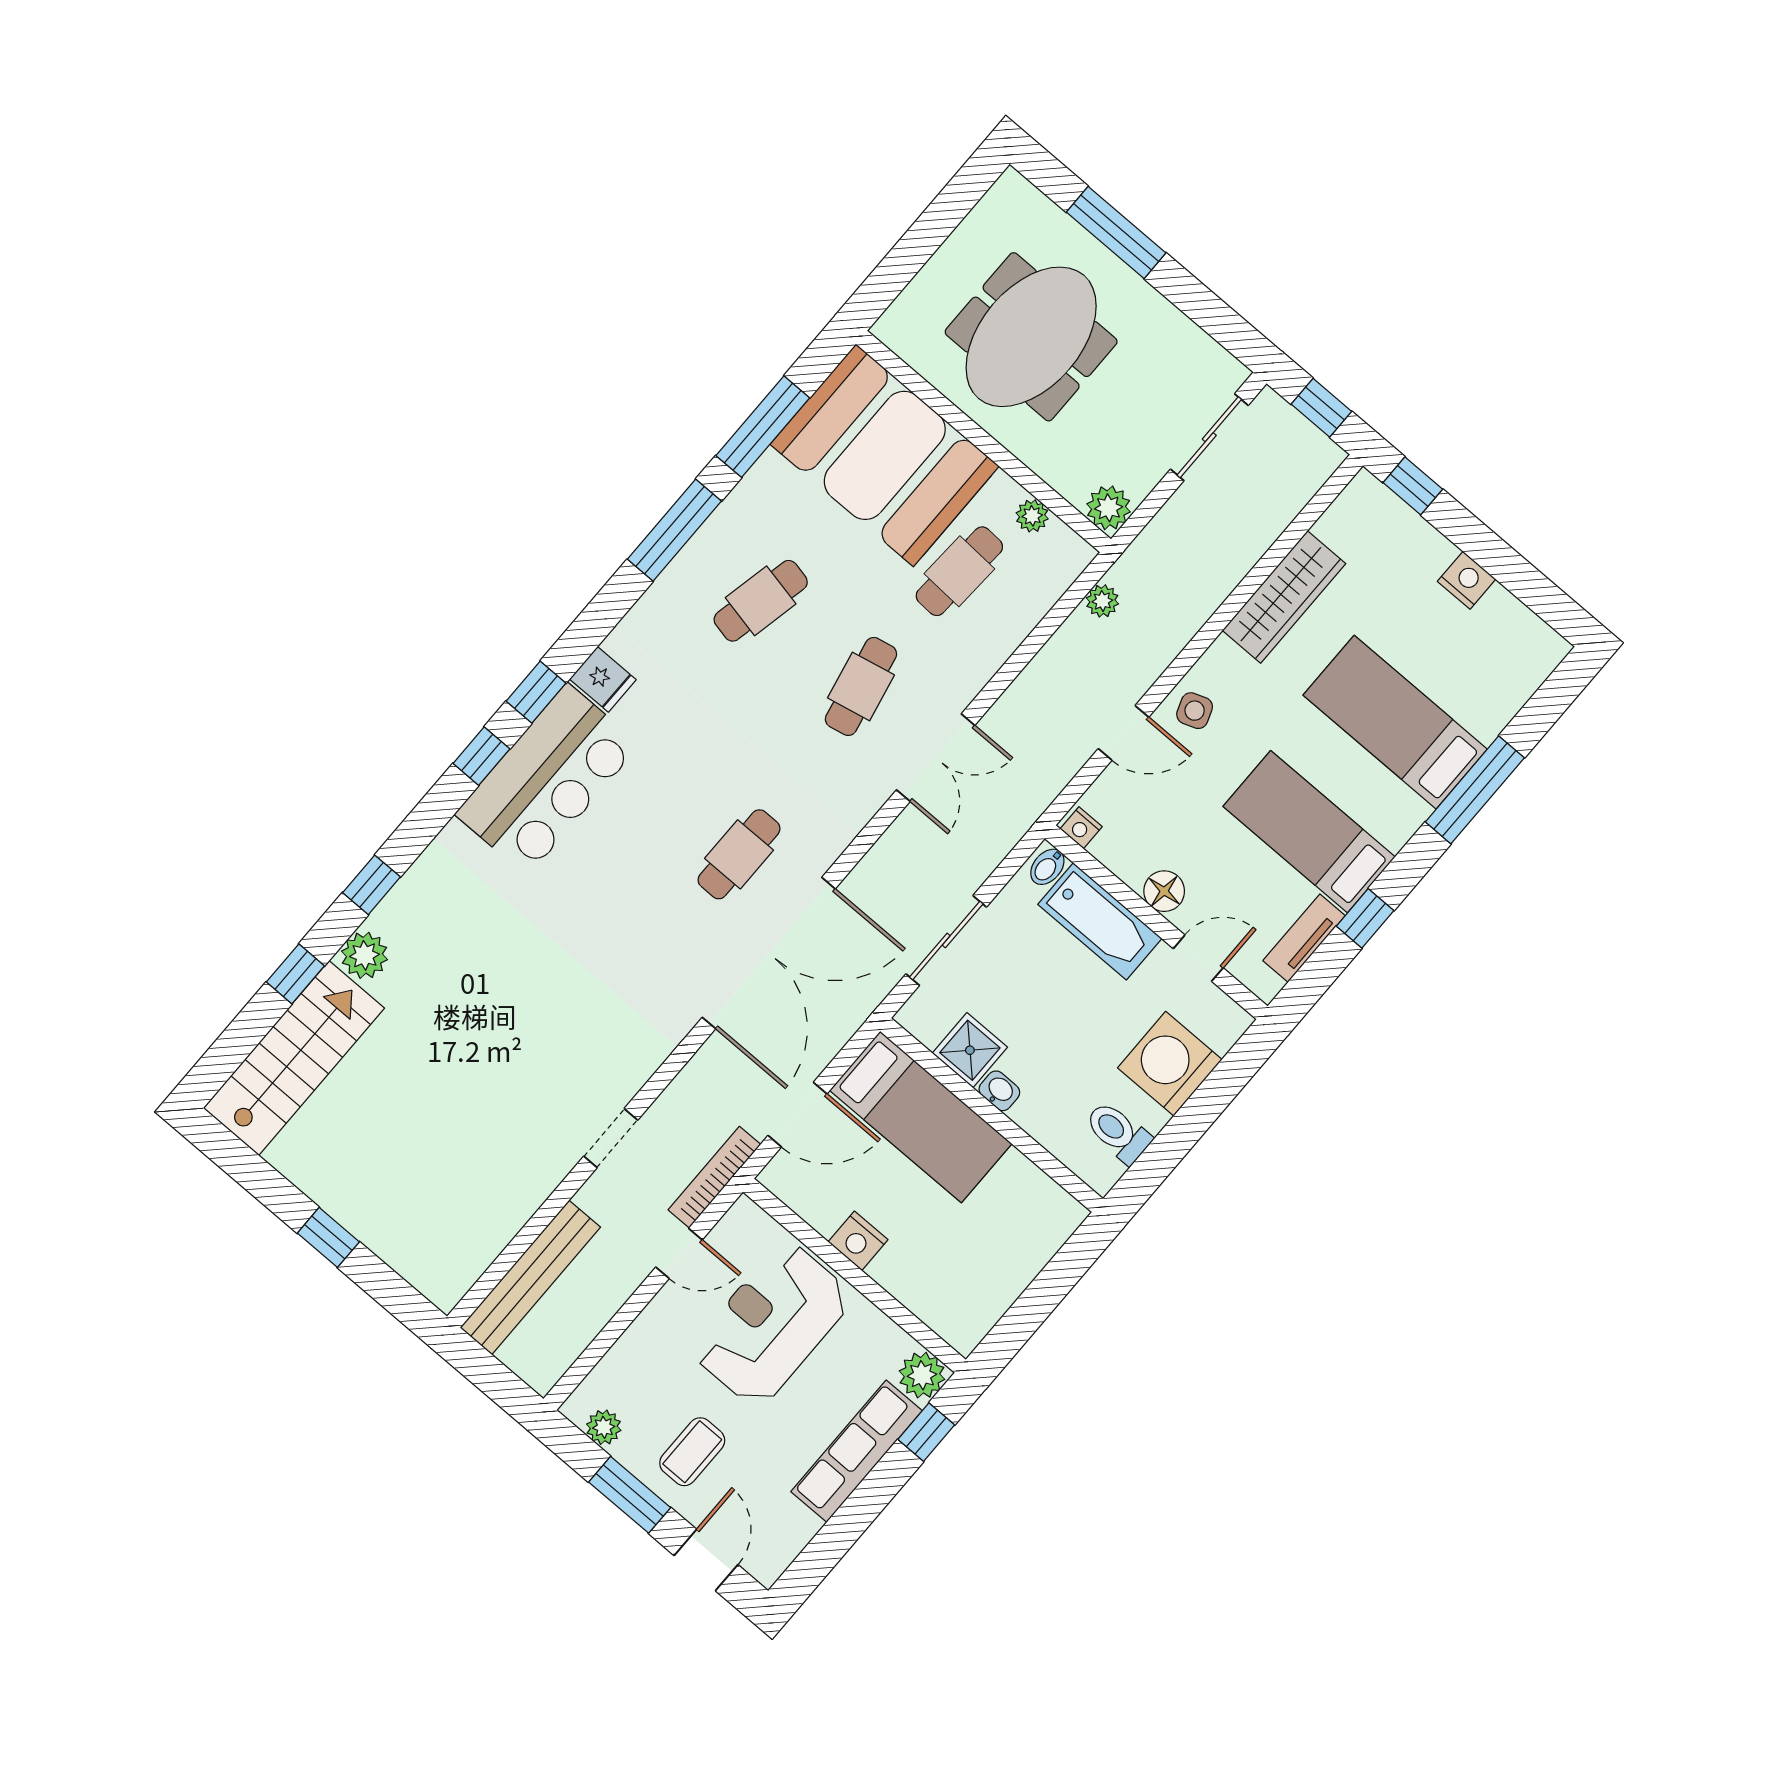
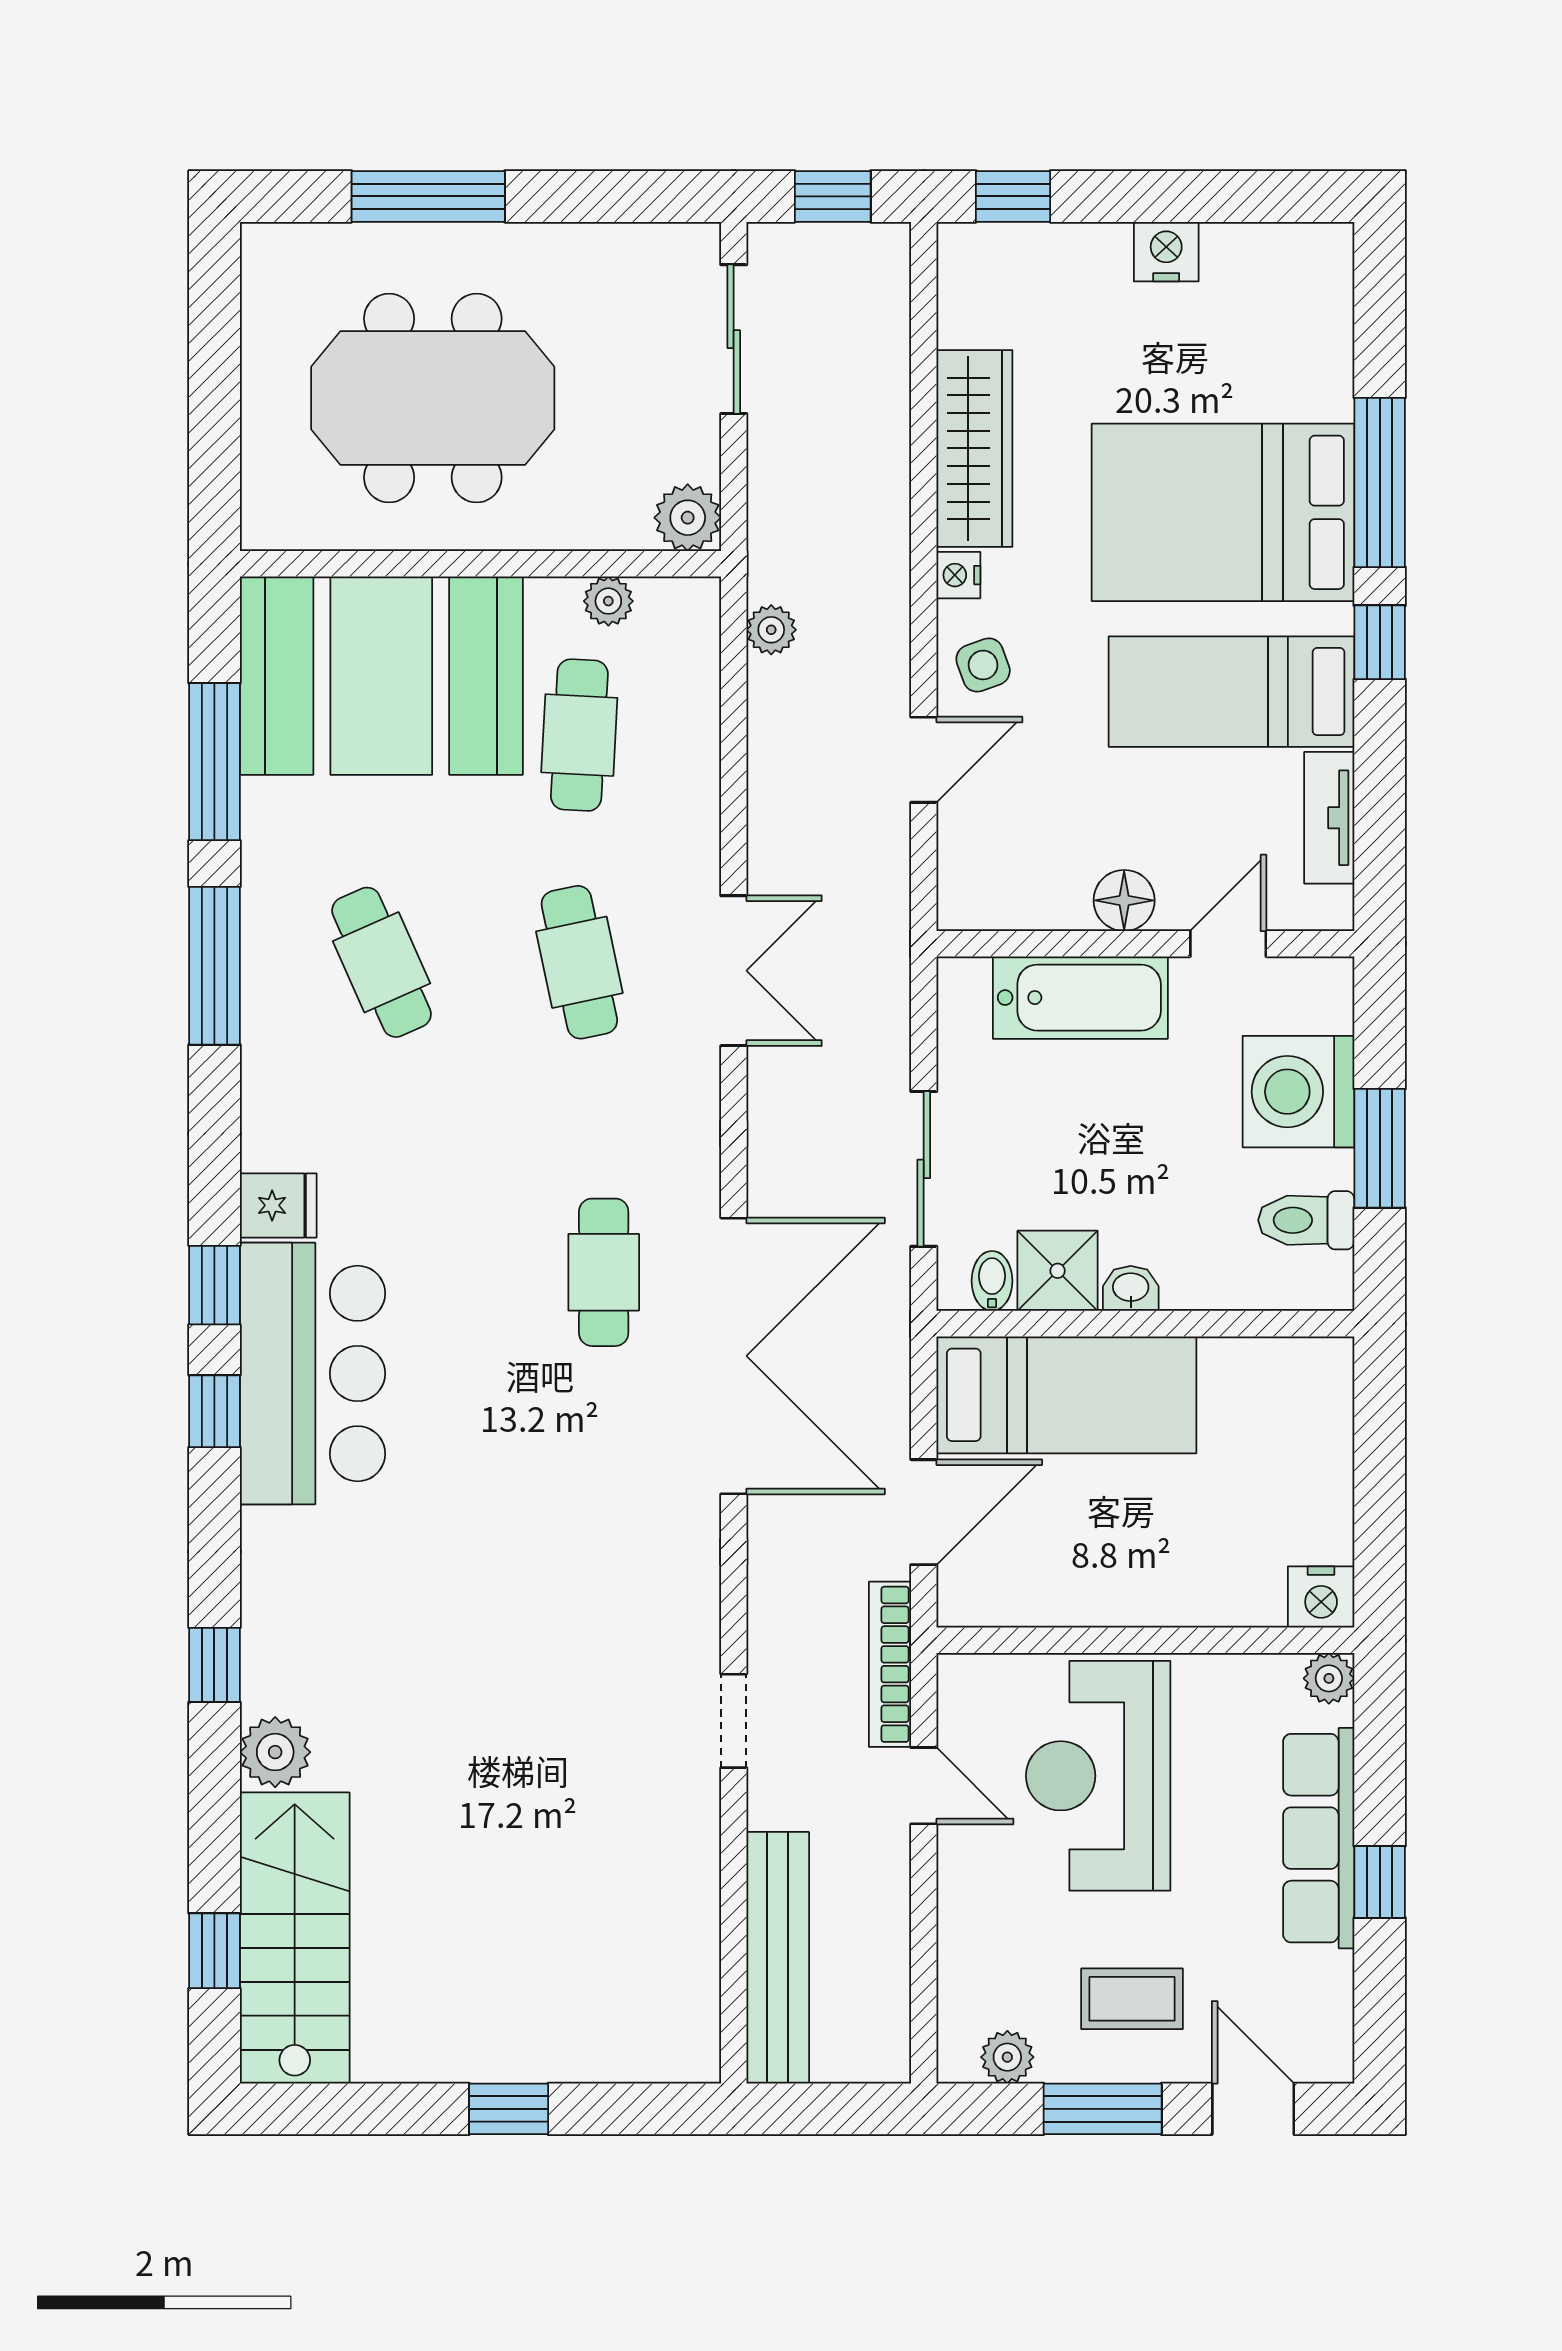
meeting table: (1031, 337) -> (433, 398), turned 90
cafe table: (761, 601) -> (382, 962), turned -36
bed: (1395, 722) -> (1223, 512), width x1.50
nightstand: (1081, 828) -> (958, 575), moved, turned 90
bidet: (1047, 867) -> (992, 1281), moved, turned 180
window: (1365, 918) -> (1380, 642), moved
window: (295, 974) -> (214, 1951), moved
window: (1186, 1128) -> (1380, 1148), added
nightstand: (858, 1241) -> (1321, 1597), moved
door: (679, 1253) -> (924, 1786), hinge flipped
plant: (922, 1375) -> (1329, 1678), width x0.73, depth x0.73
window: (926, 1432) -> (1380, 1882), moved
coffee table: (692, 1452) -> (1132, 1999), turned 90

